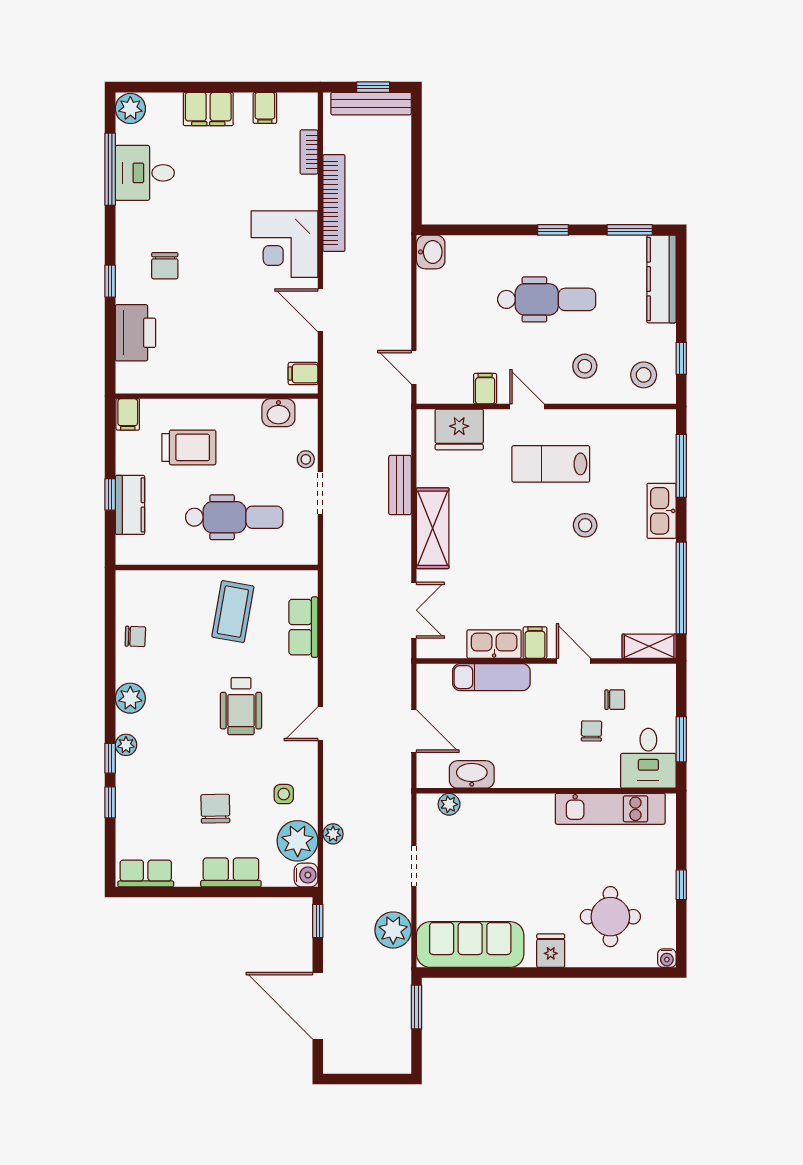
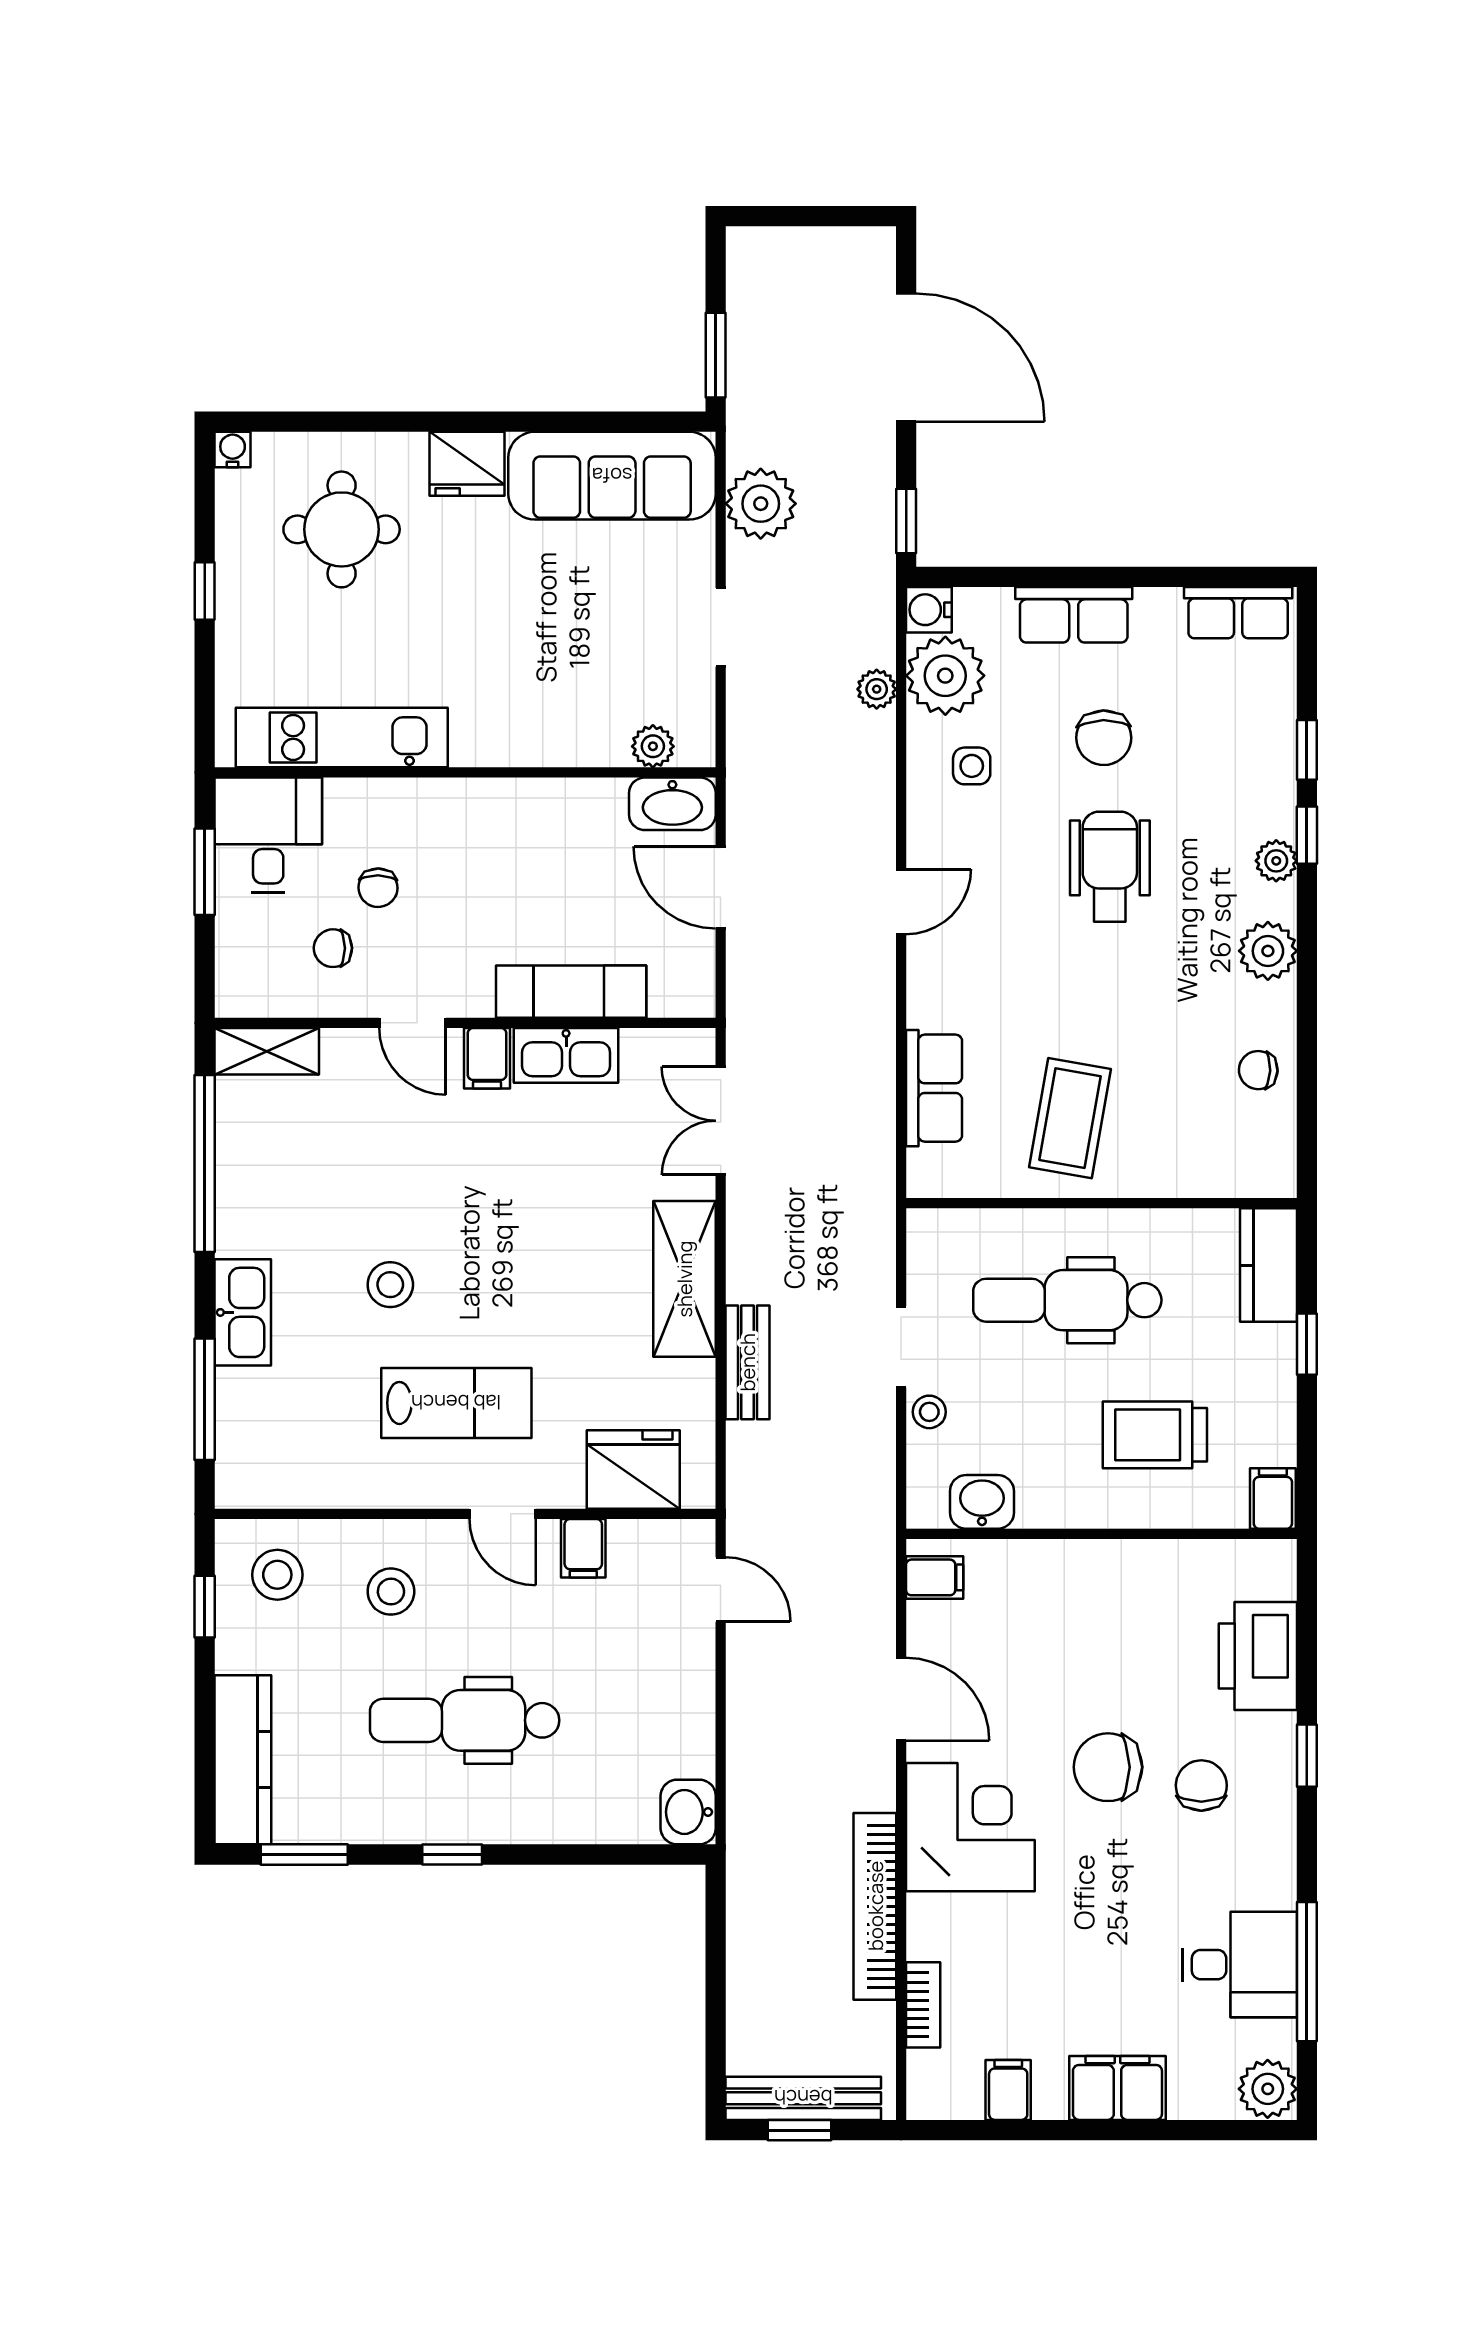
chair: (213, 275) -> (1108, 1767), added
kitchen counter: (130, 505) -> (1268, 1265), moved
wheelchair: (241, 706) -> (1110, 867), moved
washbasin: (472, 774) -> (672, 804), moved
fridge: (551, 951) -> (467, 464), width x1.38

